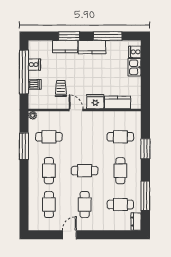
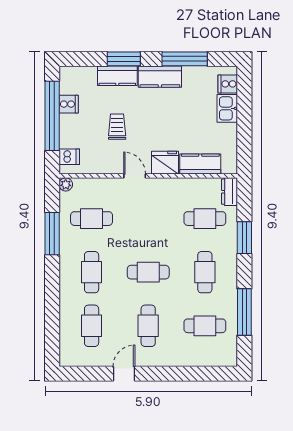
dishwasher: (35, 84) -> (69, 157), moved
trolley: (61, 89) -> (117, 127), moved
dresser: (136, 221) -> (230, 192), moved

